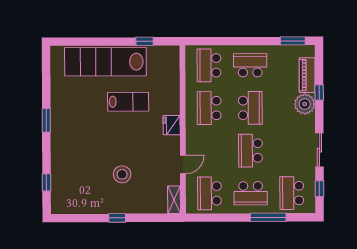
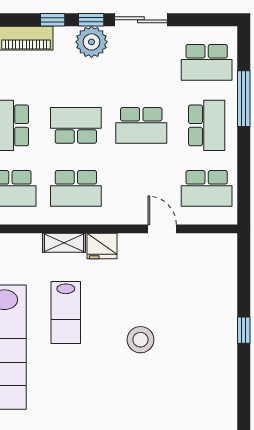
lab bench: (128, 102) -> (66, 312), turned 180
plant: (305, 104) -> (92, 42), moved
stool: (122, 174) -> (140, 340), moved
window: (319, 189) -> (91, 20), moved
shelving: (174, 200) -> (64, 243), moved

